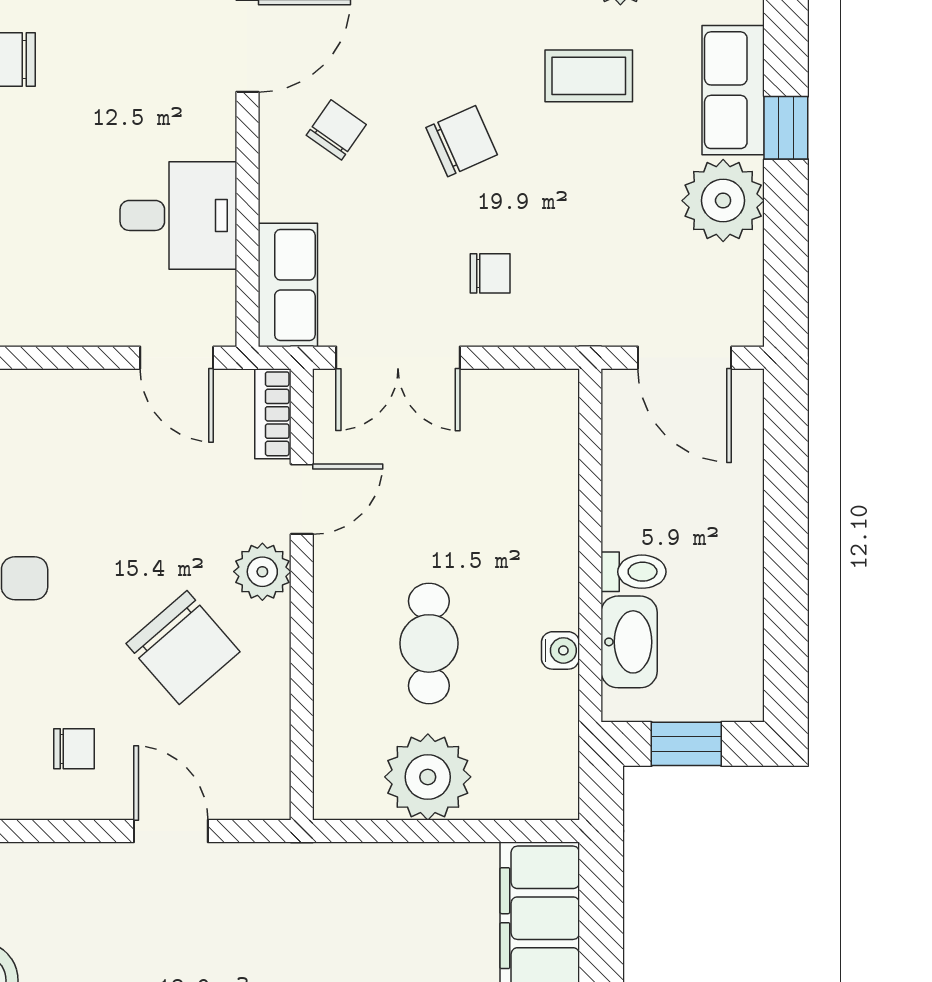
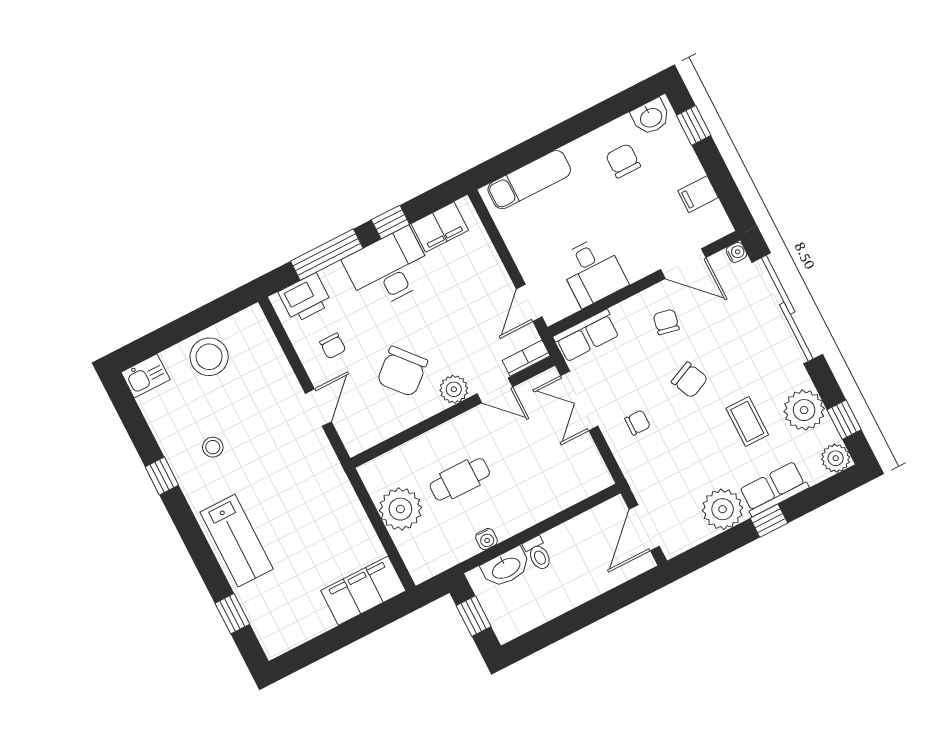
chair: (336, 130) -> (666, 322), turned -113
chair: (490, 273) -> (638, 423), turned -90

